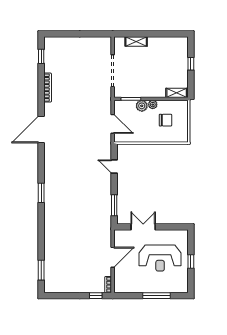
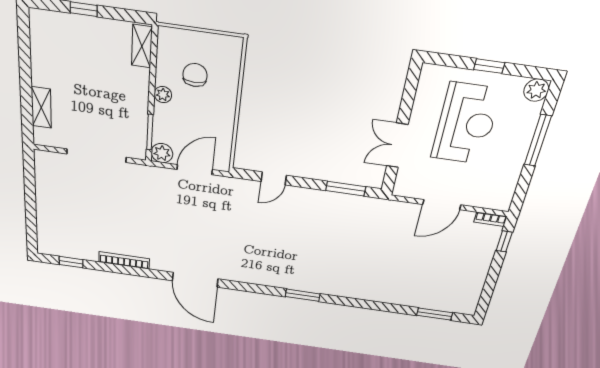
plant: (142, 106) -> (162, 153), moved
door: (113, 257) -> (442, 205), swing flipped
plant: (182, 287) -> (536, 90), added

